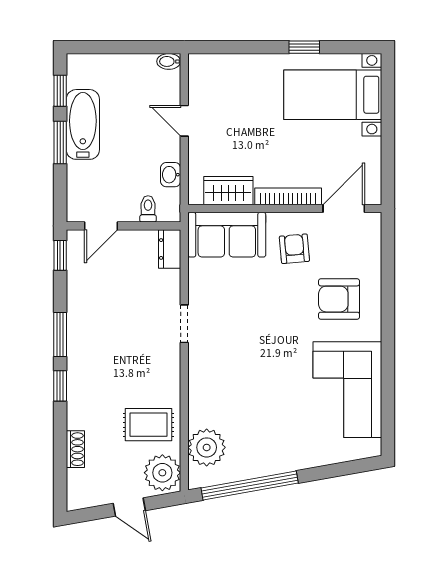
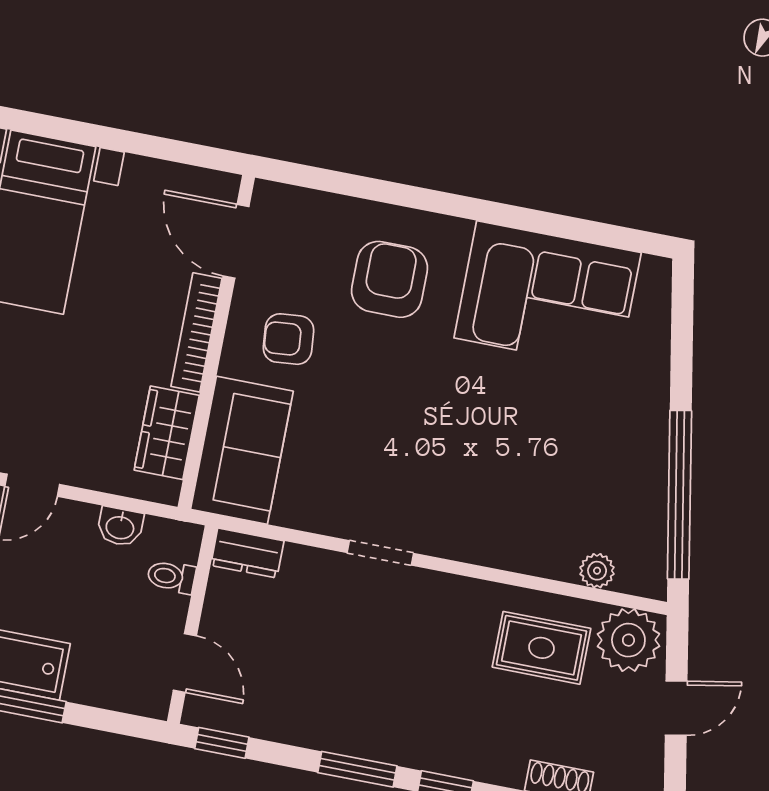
armchair: (339, 299) -> (389, 279), turned 180
rug: (148, 425) -> (541, 648), turned 90
plant: (207, 447) -> (597, 571), width x0.53, depth x0.53

